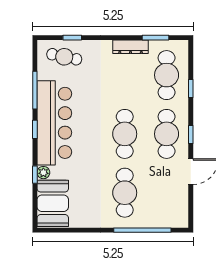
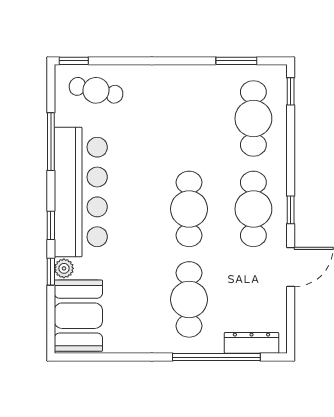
window: (72, 38) -> (74, 61), moved
dresser: (131, 47) -> (251, 343), moved, turned 180
window: (191, 89) -> (291, 91), moved
window: (35, 129) -> (51, 225), moved

